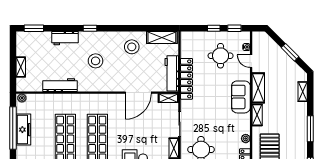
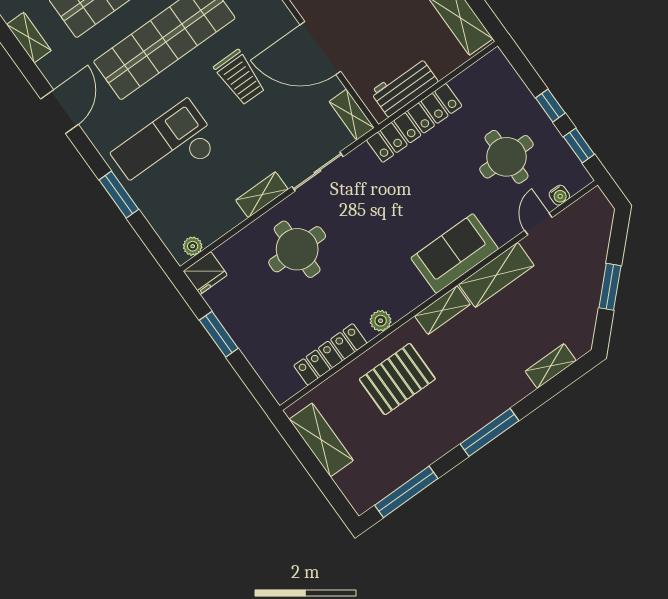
workbench: (172, 73) -> (404, 87), width x0.73
trolley: (129, 127) -> (240, 77), added

